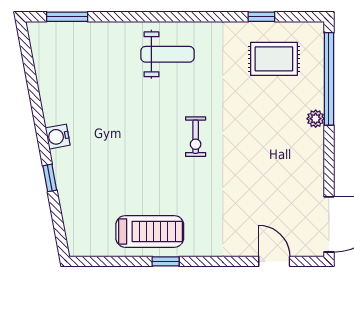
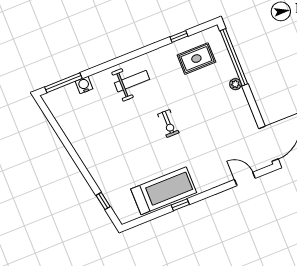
window: (67, 17) -> (63, 83), width x1.44
water cooler: (58, 137) -> (84, 85), moved, turned 101
window: (50, 178) -> (103, 201), moved
treadmill: (150, 231) -> (164, 191), width x1.37, depth x1.37

